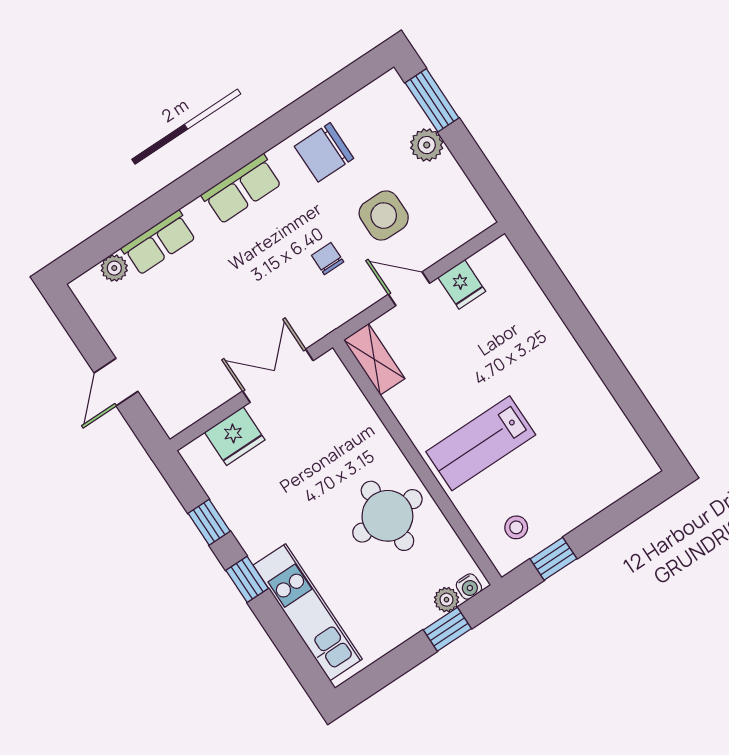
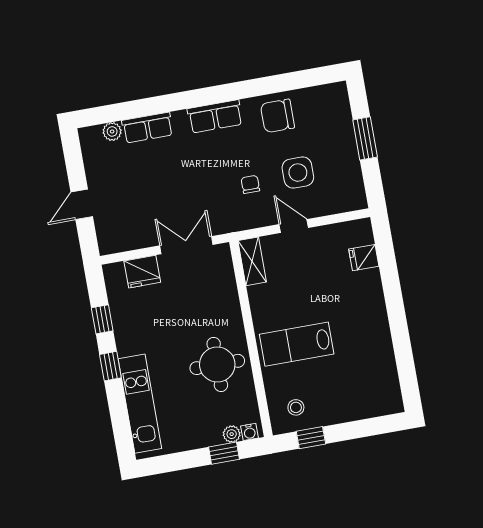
window: (432, 100) -> (365, 138), moved
plant: (427, 145) -> (345, 140), removed
fridge: (462, 284) -> (364, 258), moved, turned 90

